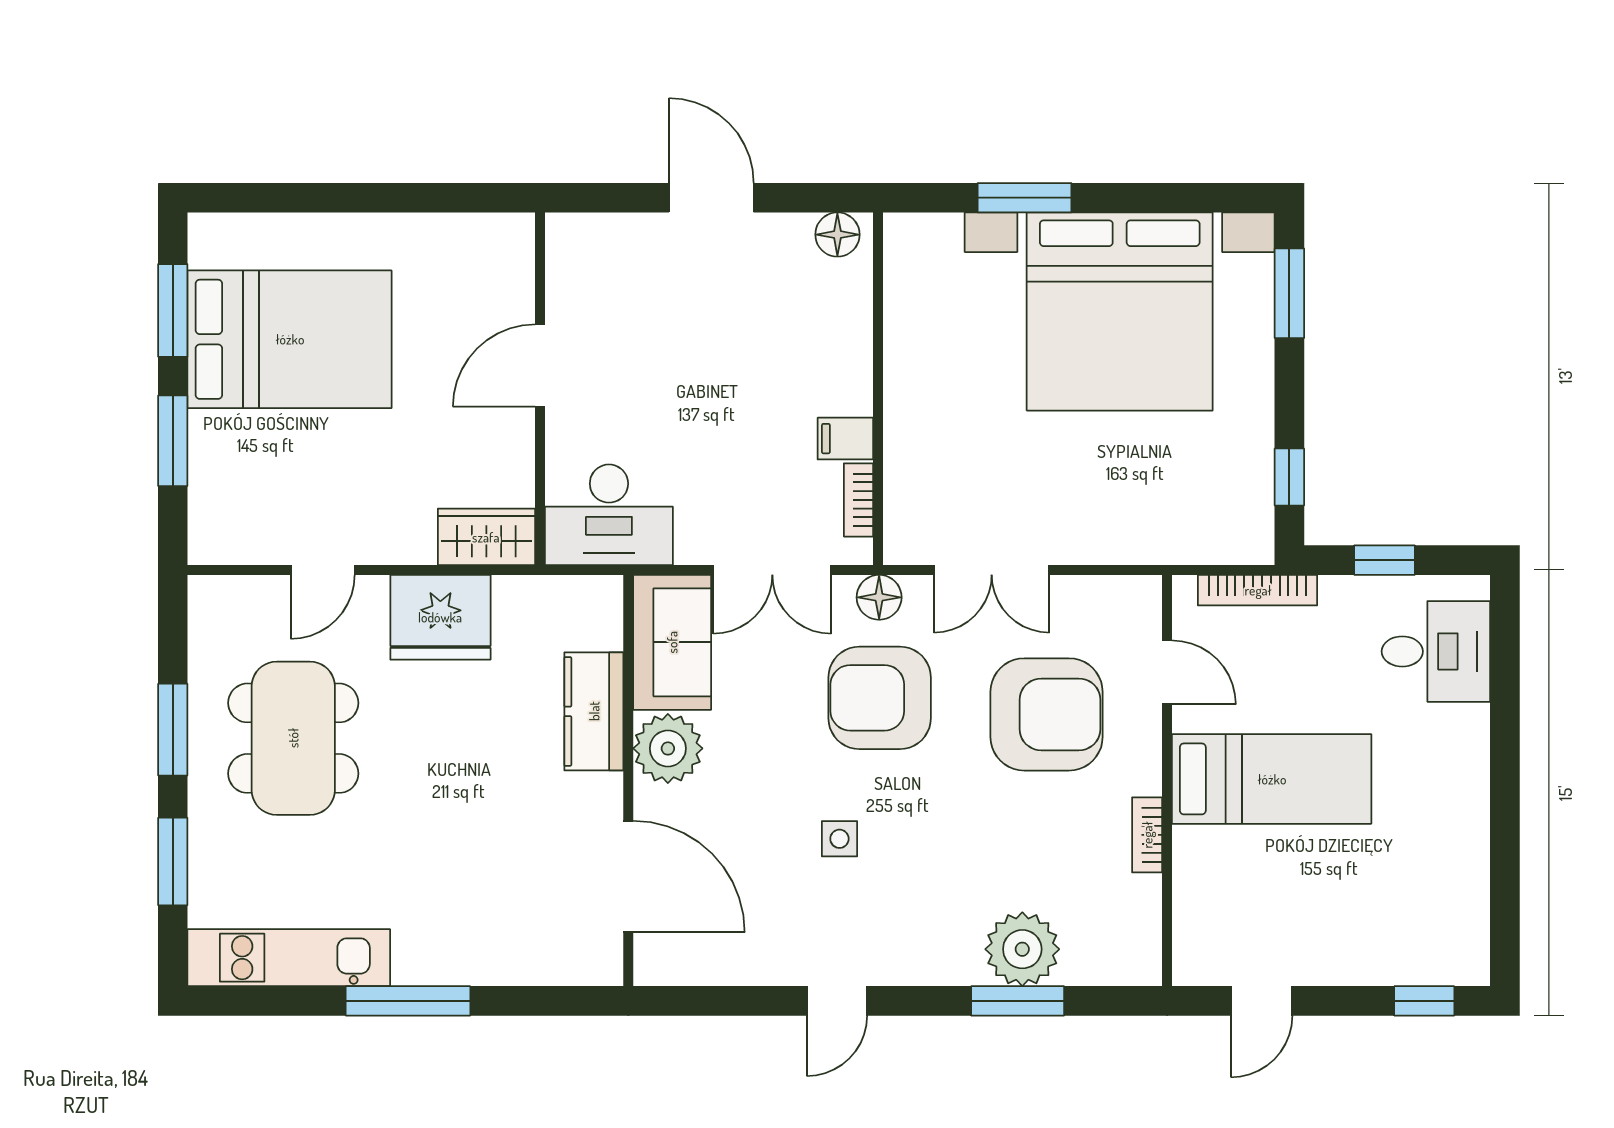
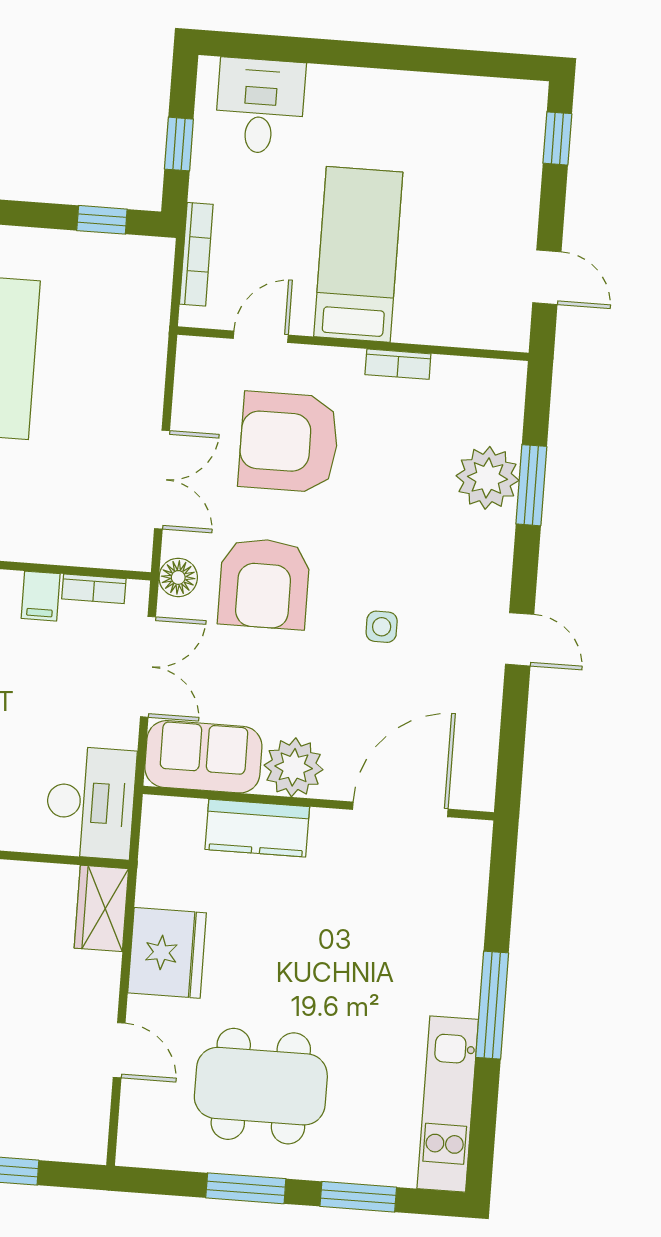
armchair: (1047, 714) -> (289, 442), turned -90

